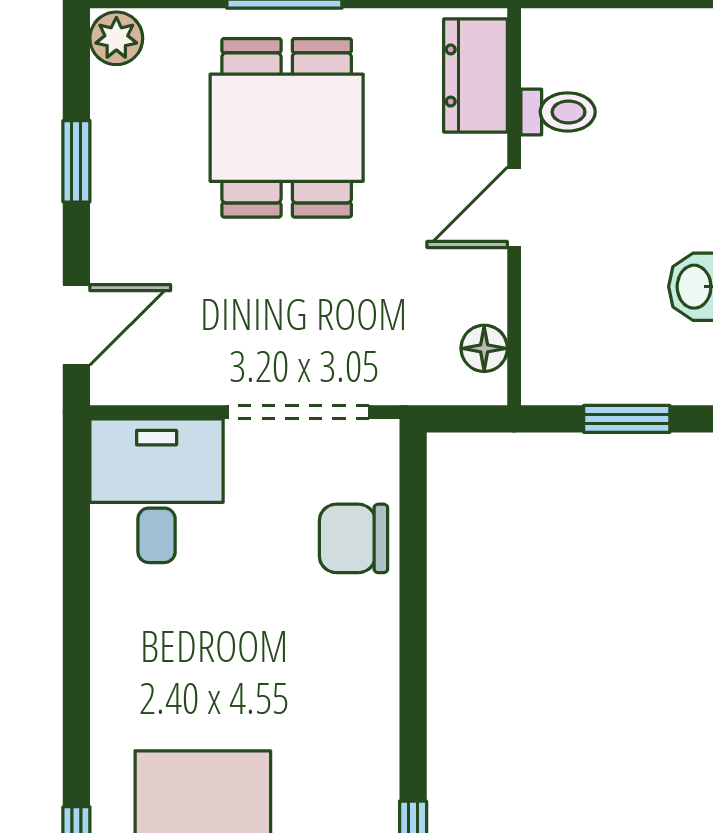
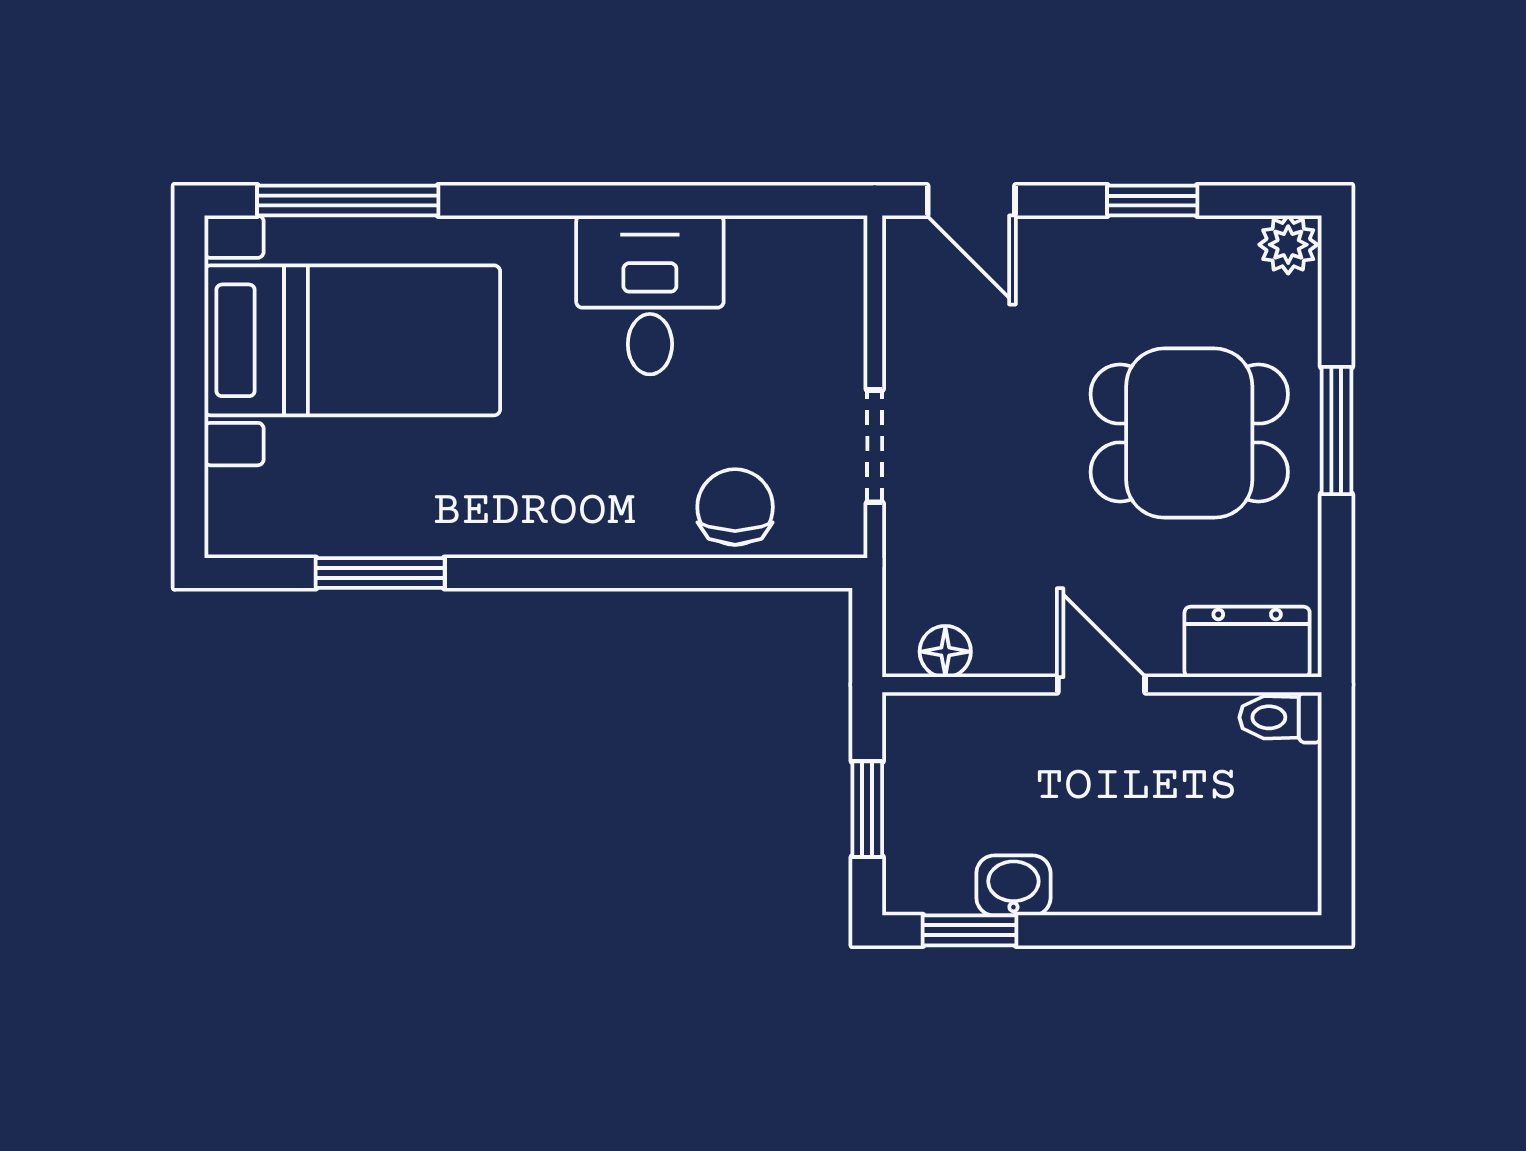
toilet: (558, 112) -> (1280, 717), moved, turned 90
doorway: (299, 412) -> (875, 446), width x0.73
desk: (157, 491) -> (650, 295), moved, turned -90

